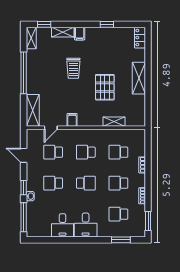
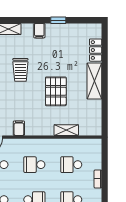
filing cabinet: (80, 34) -> (39, 31), moved
locker: (140, 38) -> (96, 50), moved

